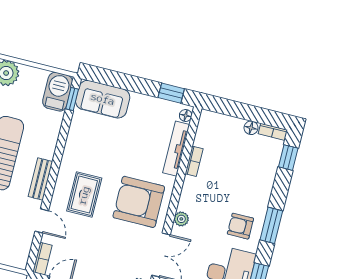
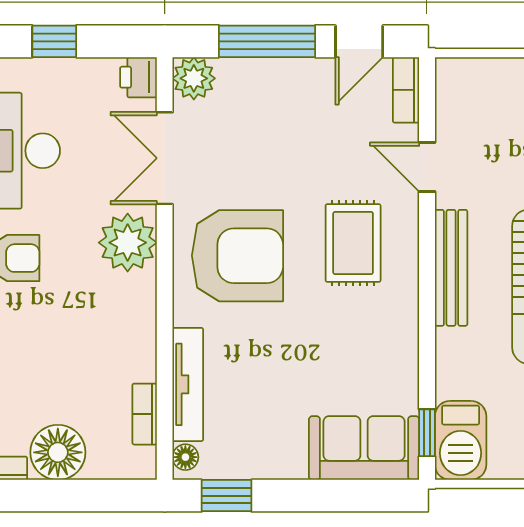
floor lamp: (251, 128) -> (58, 452), width x1.89, depth x1.89
bookcase: (194, 161) -> (145, 414), moved
bench: (40, 179) -> (451, 268), width x1.36
plant: (181, 219) -> (128, 243), width x1.88, depth x1.88

